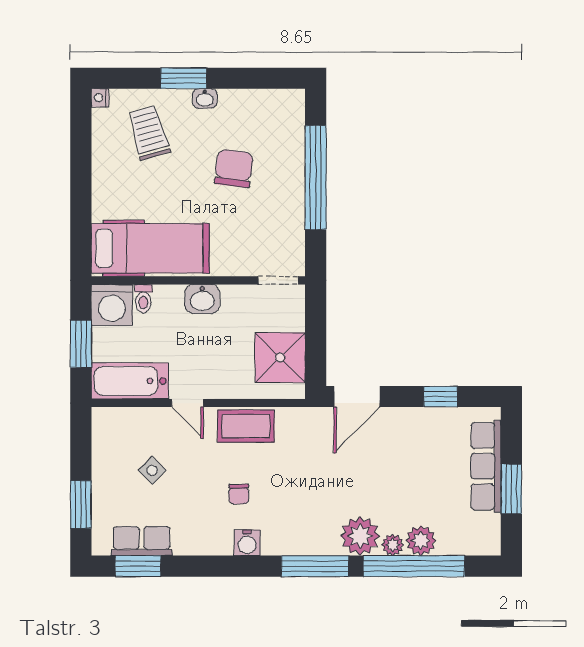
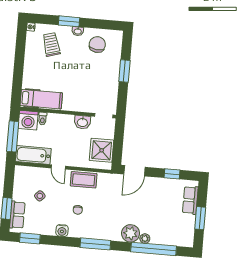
chair: (234, 168) -> (97, 45), moved
window: (316, 178) -> (124, 71), width x0.47
hospital bed: (150, 248) -> (41, 99), width x0.73, depth x0.78
washbasin: (202, 299) -> (82, 122), moved
window: (81, 344) -> (13, 136), width x1.44
row of seats: (486, 466) -> (190, 200), width x0.68
plant: (421, 540) -> (158, 238), removed
row of seats: (142, 541) -> (17, 215), moved, turned 90
water cooler: (247, 543) -> (62, 231), moved
window: (315, 566) -> (95, 244), moved

